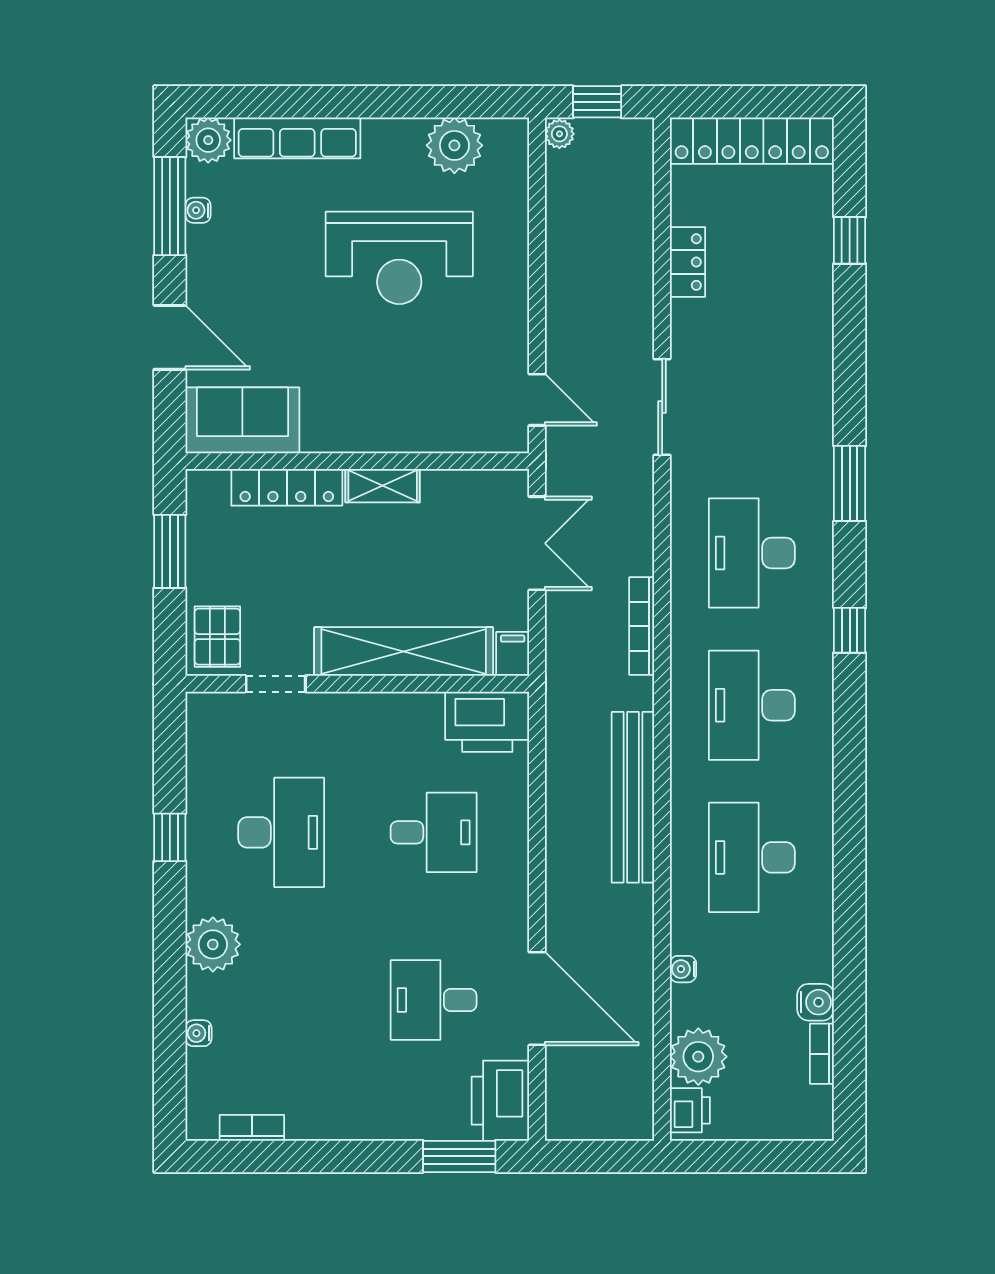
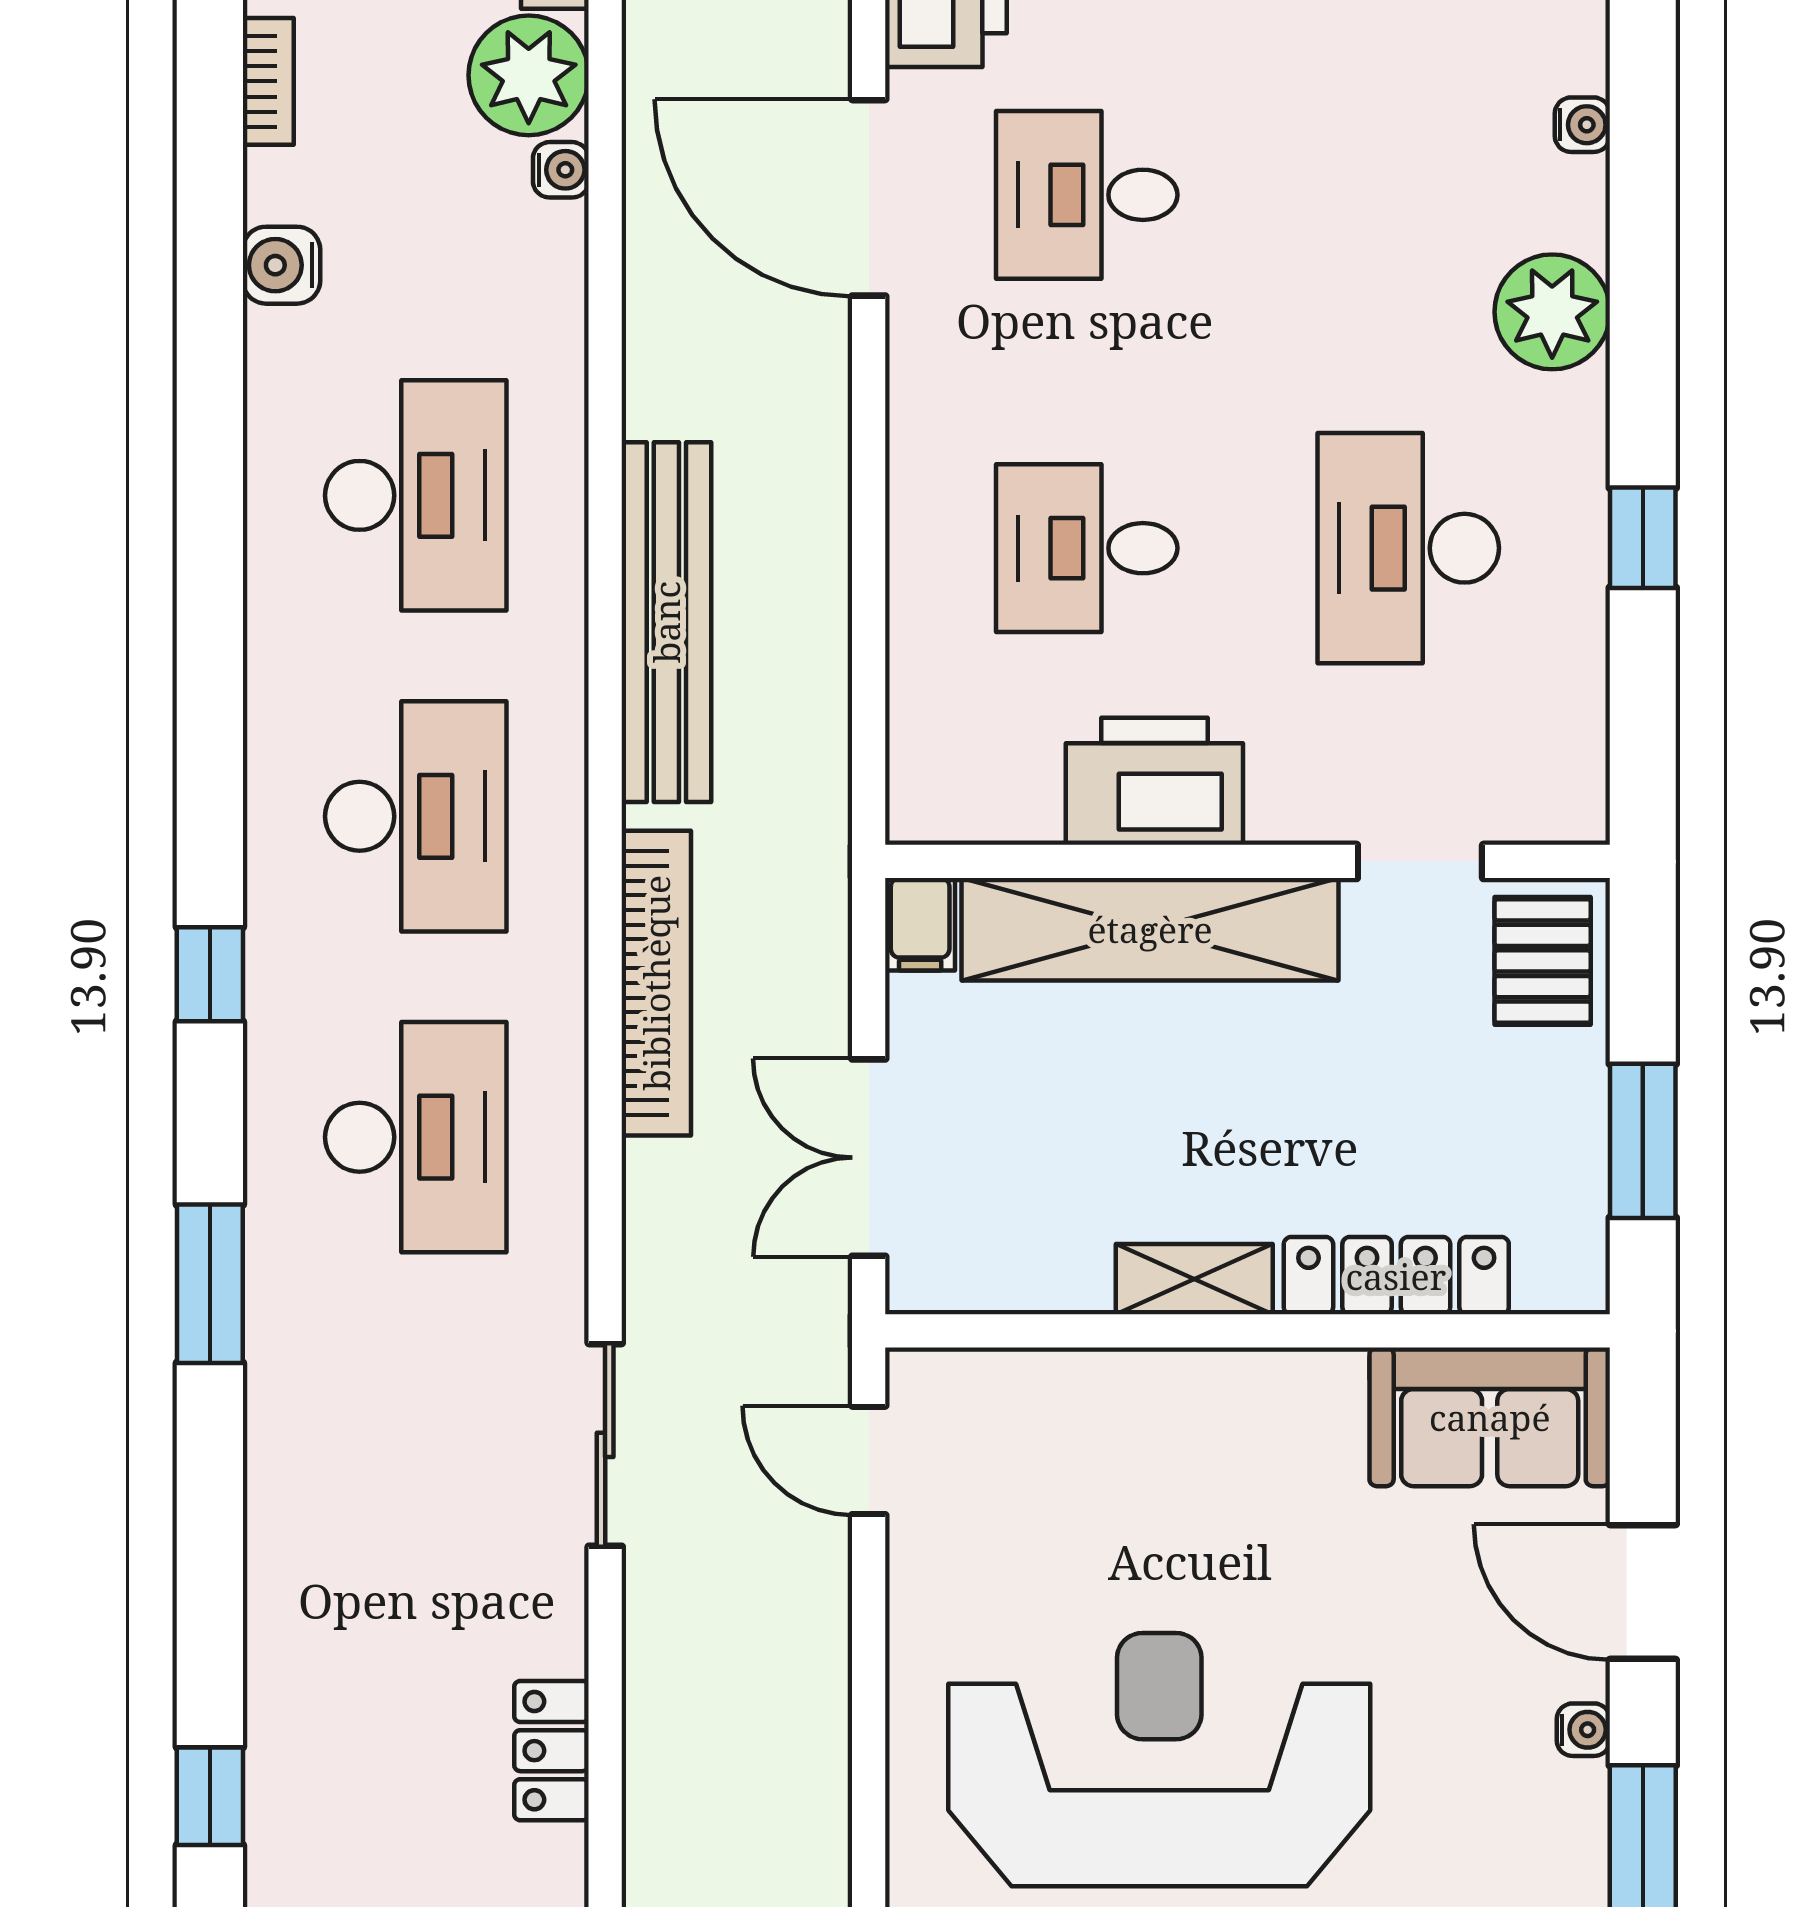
water cooler: (198, 210) -> (1583, 1730), moved
reception desk: (399, 258) -> (1159, 1760), width x1.36, depth x1.30
bookcase: (642, 626) -> (656, 983), width x1.48, depth x1.31
printer: (487, 722) -> (1154, 781), moved
water cooler: (683, 969) -> (561, 170), moved
desk: (434, 1000) -> (1087, 195), turned 180
water cooler: (816, 1002) -> (281, 265), moved

